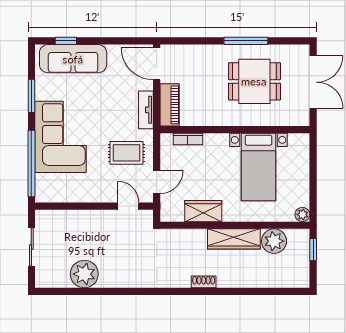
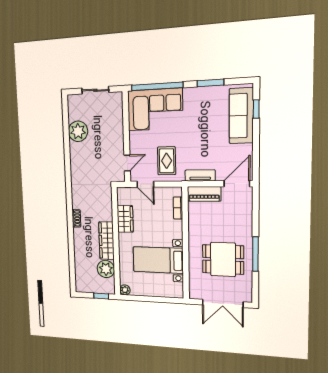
dining table: (254, 81) -> (223, 259), turned 90
corner sofa: (61, 137) -> (155, 110), moved

